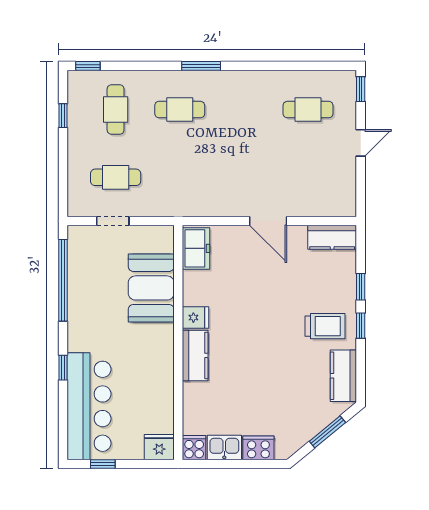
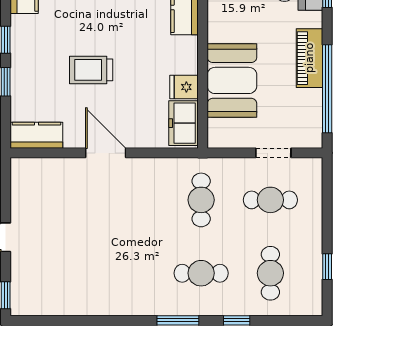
window: (88, 66) -> (237, 320), moved
cafe table: (308, 110) -> (201, 200), moved, turned 90
piano: (79, 309) -> (309, 58), added
fridge: (195, 318) -> (184, 87), moved
trolley: (325, 326) -> (91, 70), moved

